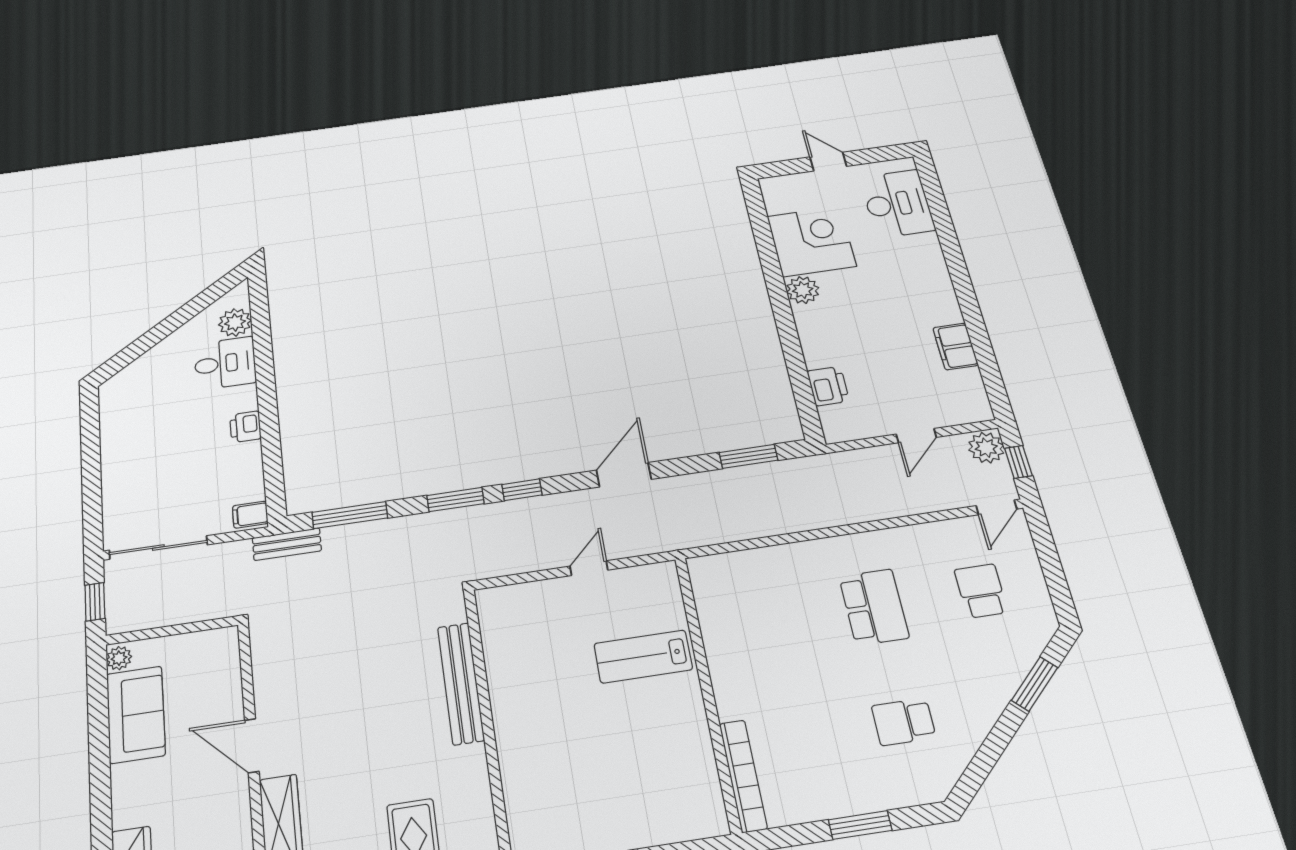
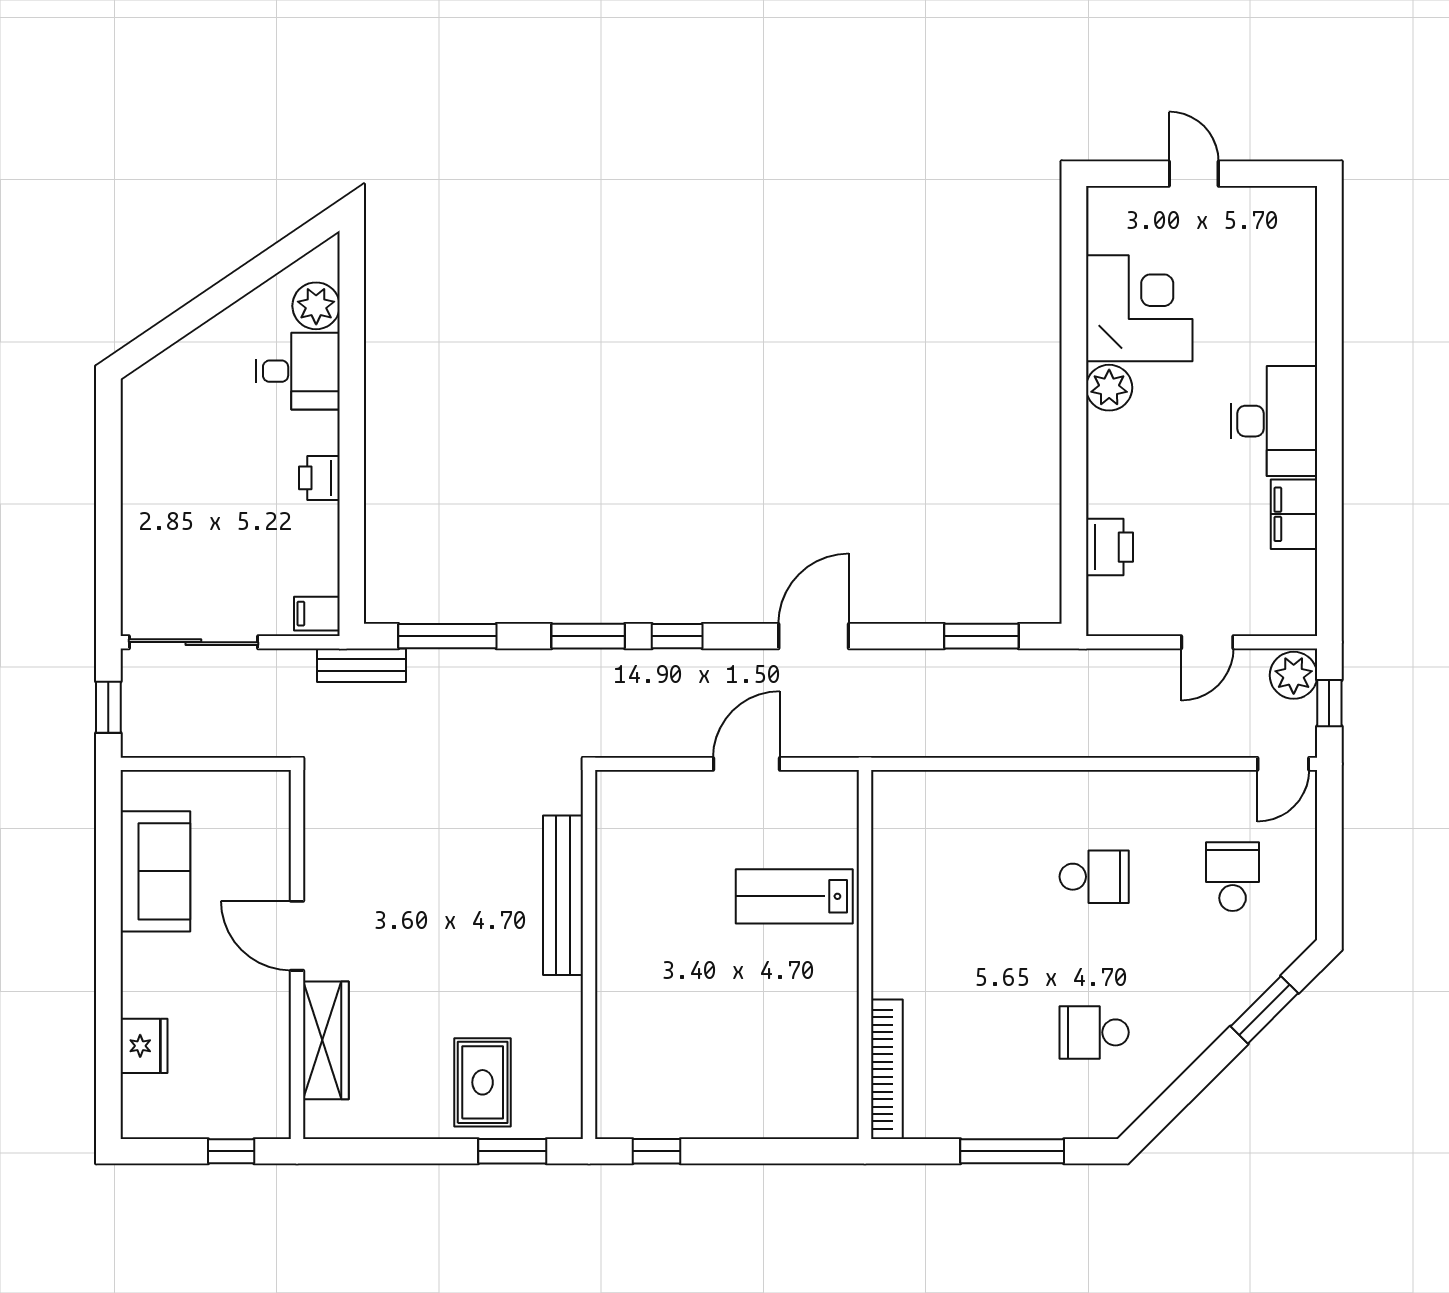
desk: (897, 204) -> (1274, 421), moved
door: (589, 568) -> (746, 764), width x1.38
school desk: (874, 607) -> (1094, 877), width x0.54
plant: (119, 658) -> (137, 792), removed
window: (860, 825) -> (1012, 1151), width x1.44

